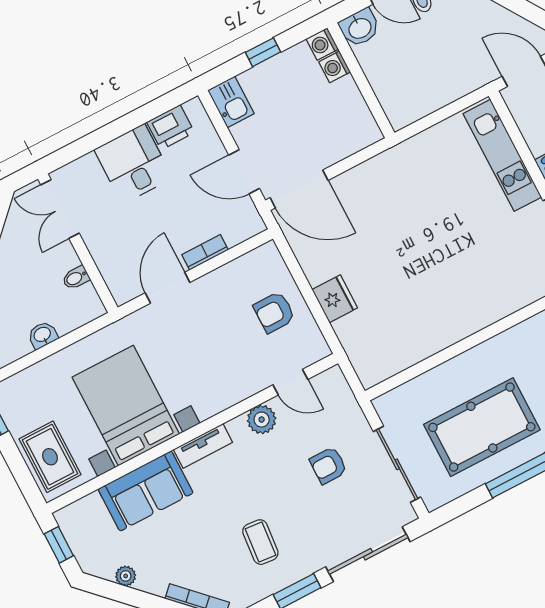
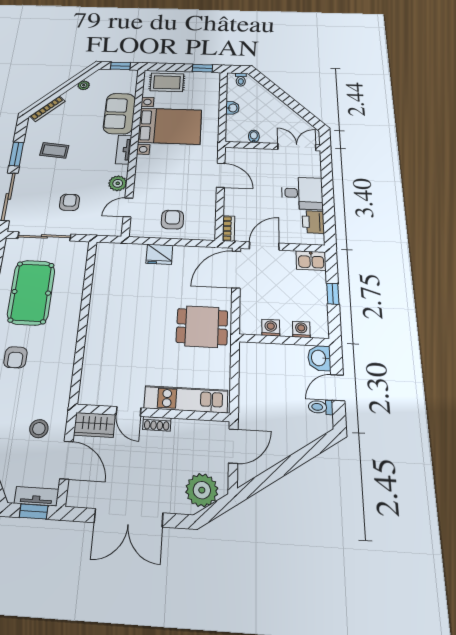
washing machine: (322, 44) -> (271, 328), moved
dining table: (402, 188) -> (202, 327), added
bookcase: (205, 252) -> (229, 228), moved

